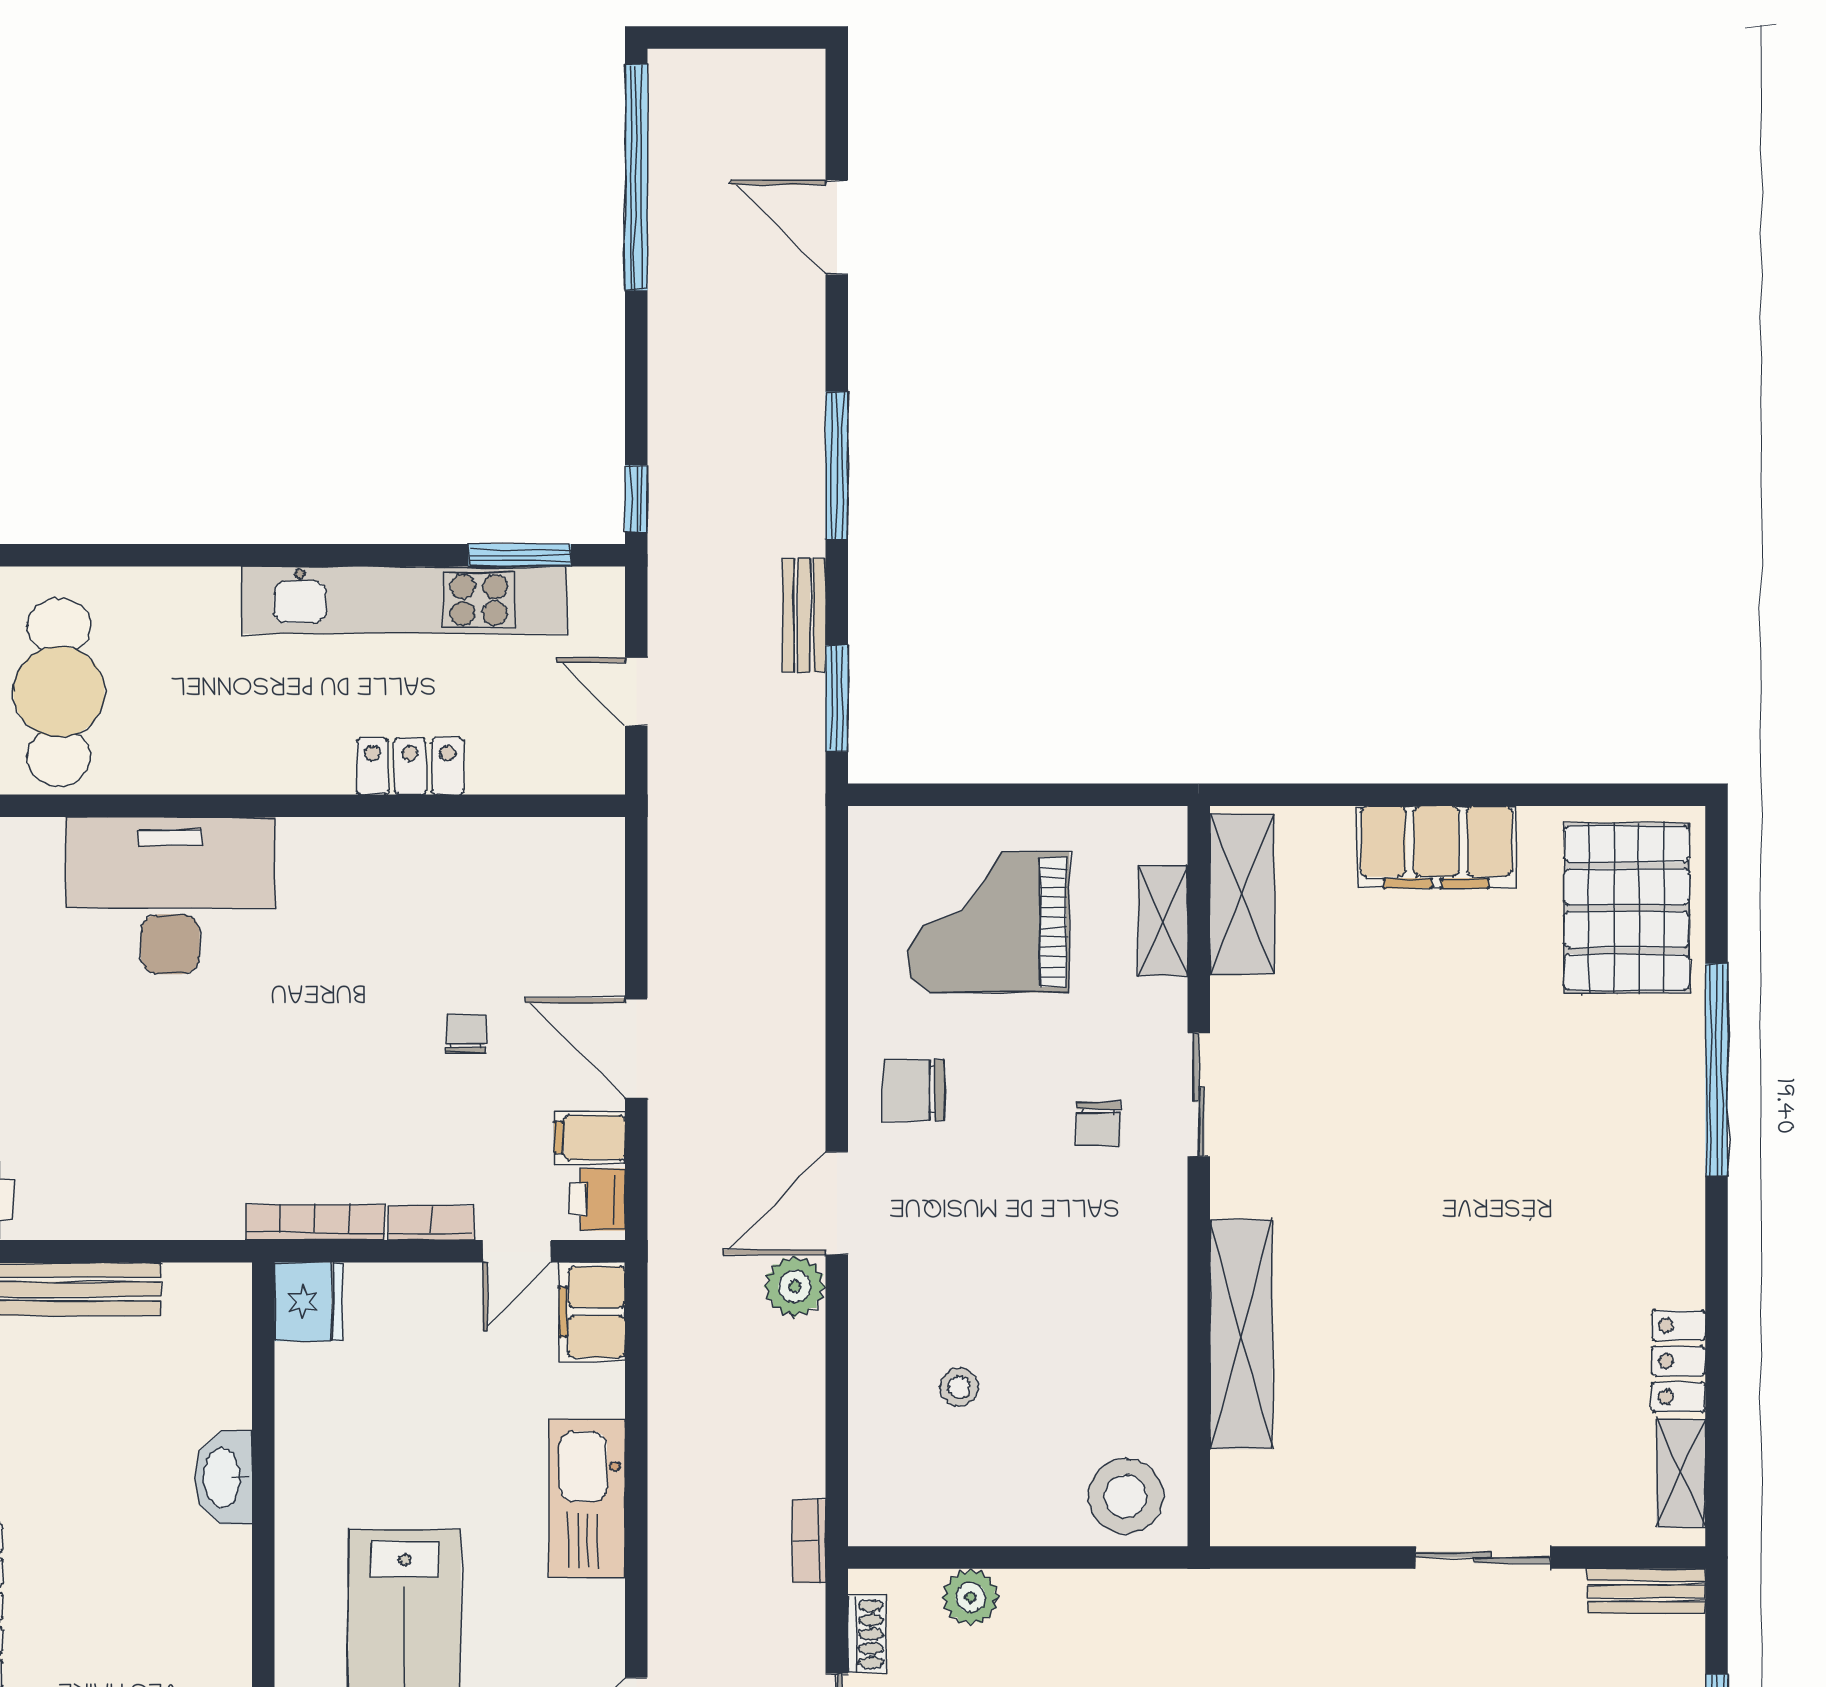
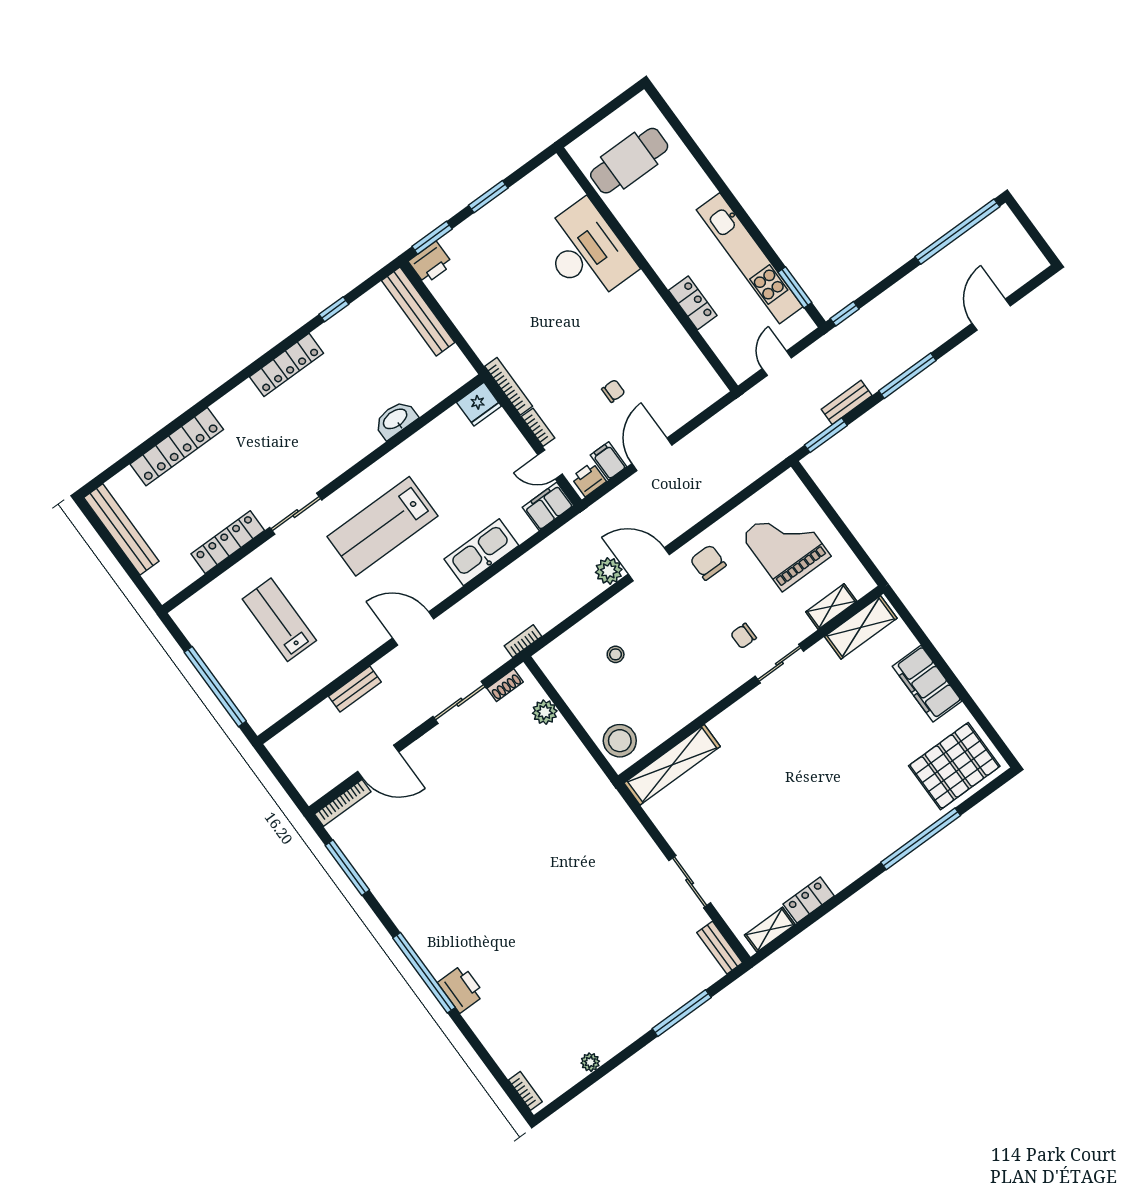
shelving: (1241, 1334) -> (672, 765), moved

